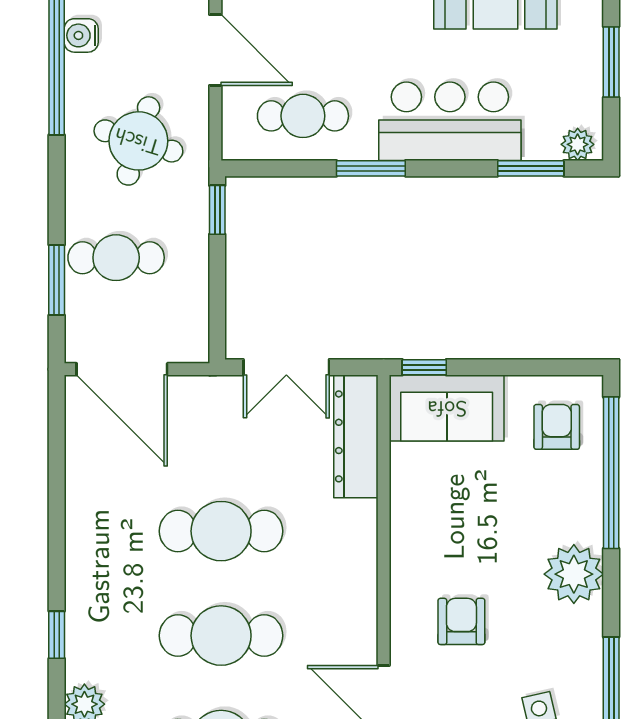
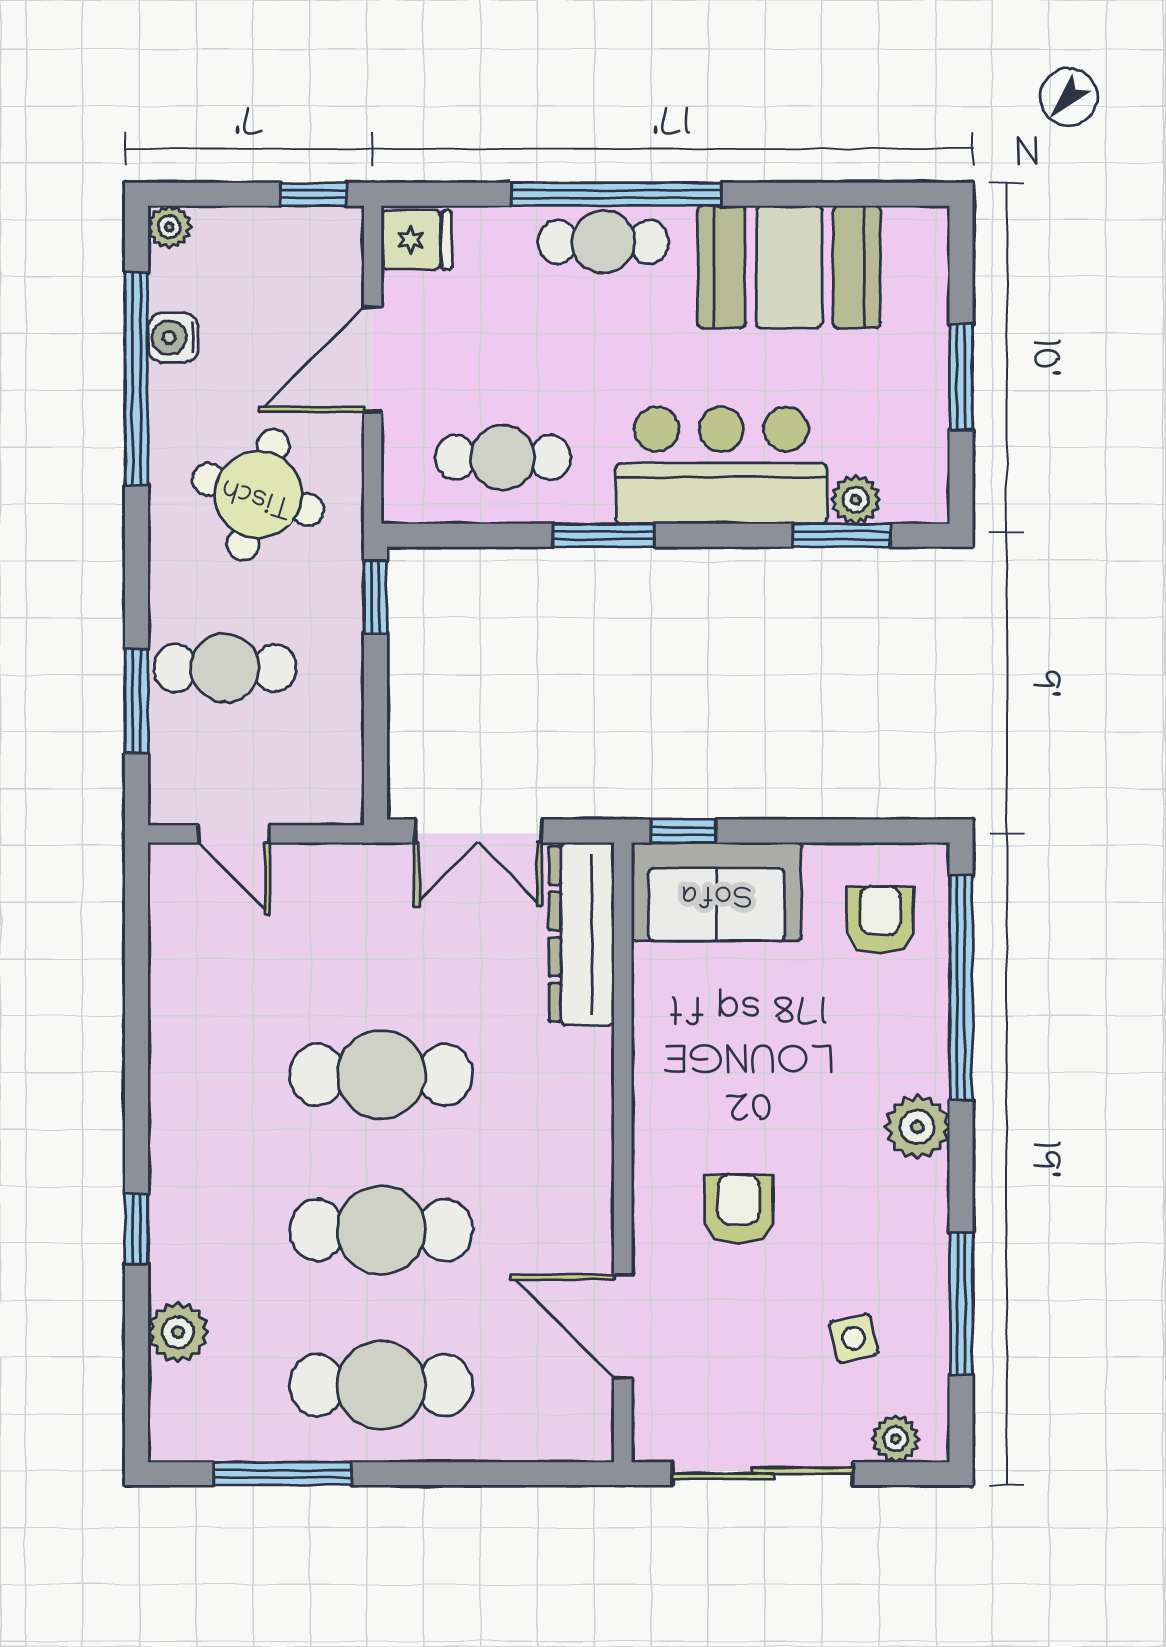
door: (215, 50) -> (373, 359), swing flipped
plant: (578, 144) -> (856, 500), moved
door: (122, 369) -> (234, 834), width x0.53
plant: (574, 574) -> (917, 1127), width x0.73, depth x0.73

